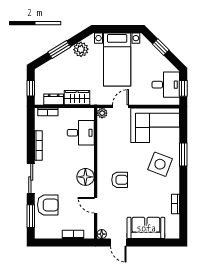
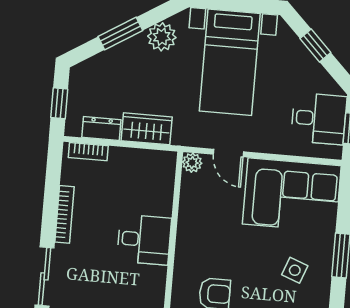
door: (120, 106) -> (228, 153), swing flipped
desk: (81, 133) -> (144, 240), moved
side table: (160, 164) -> (295, 270), width x0.54, depth x0.54
floor lamp: (85, 177) -> (150, 282), removed

